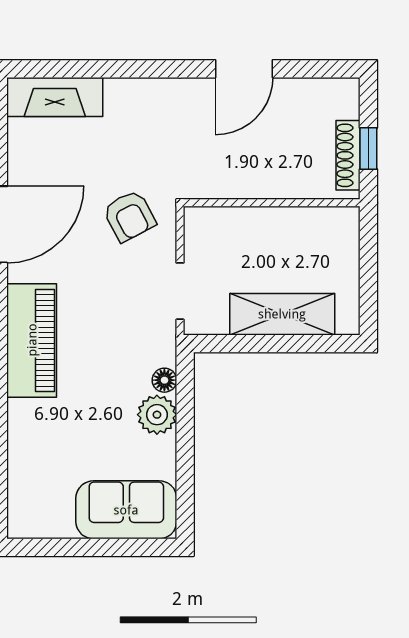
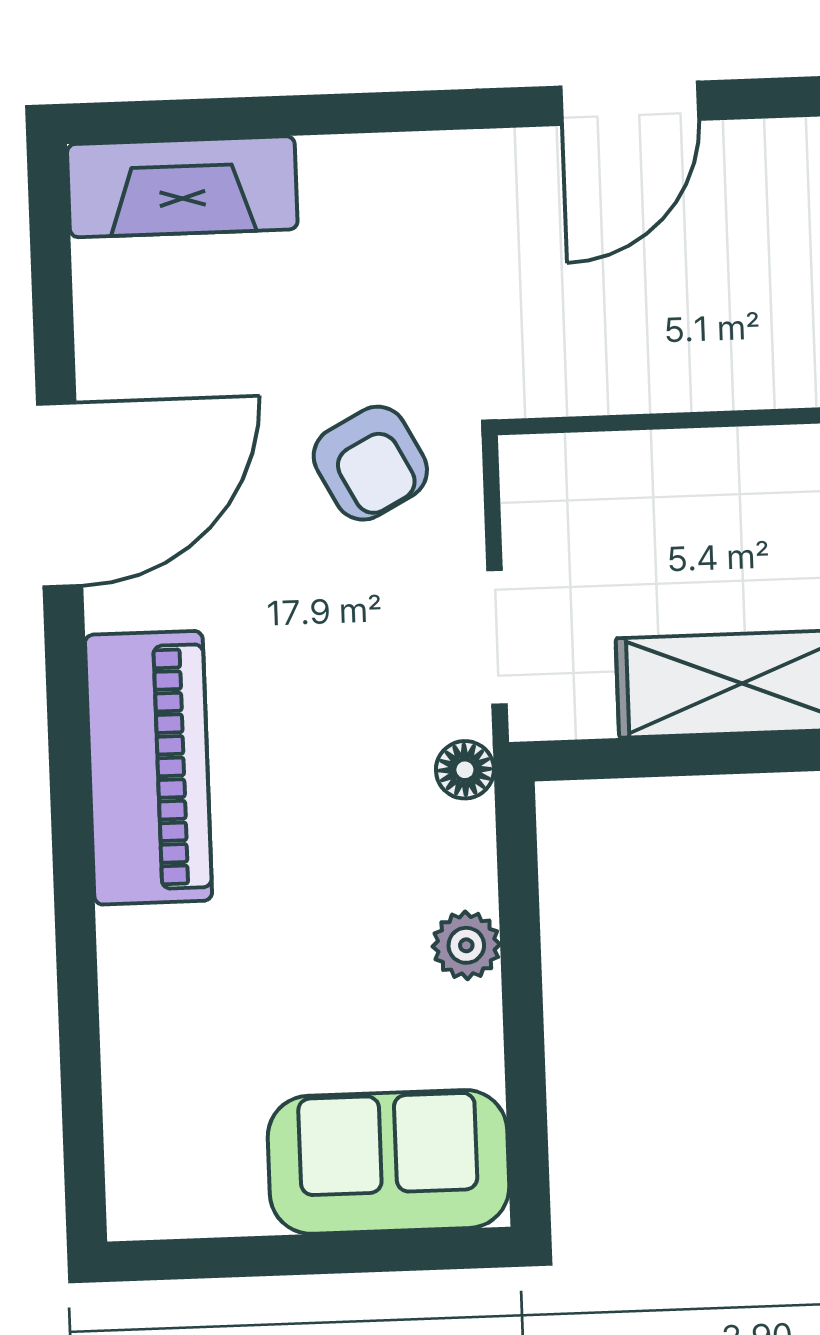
floor lamp: (164, 380) -> (465, 770), moved
plant: (157, 415) -> (466, 945), width x0.73, depth x0.73

